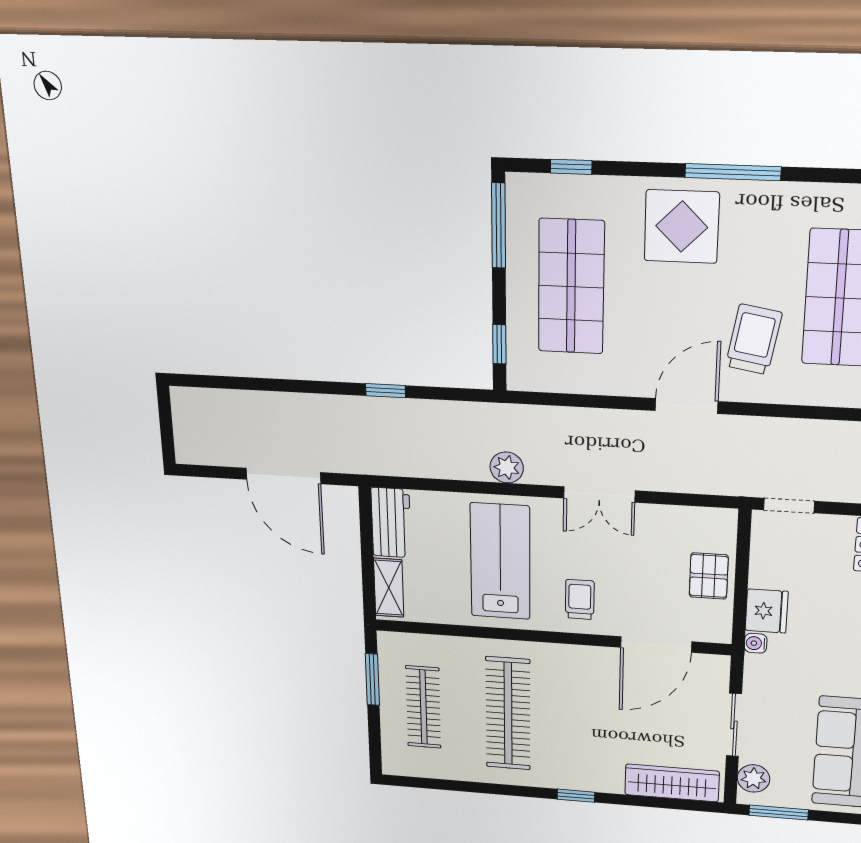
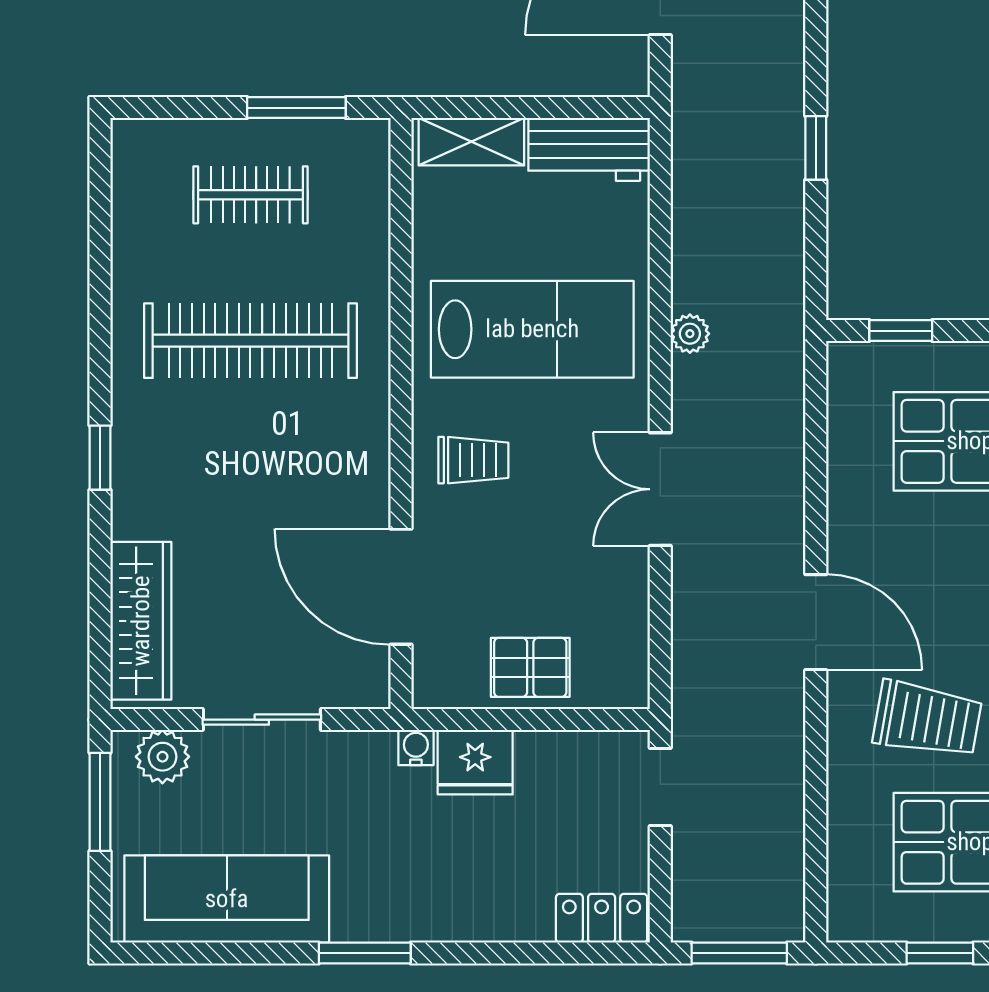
plant: (507, 467) -> (690, 334), width x0.73, depth x0.73
clothes rail: (423, 707) -> (250, 195), width x0.73

